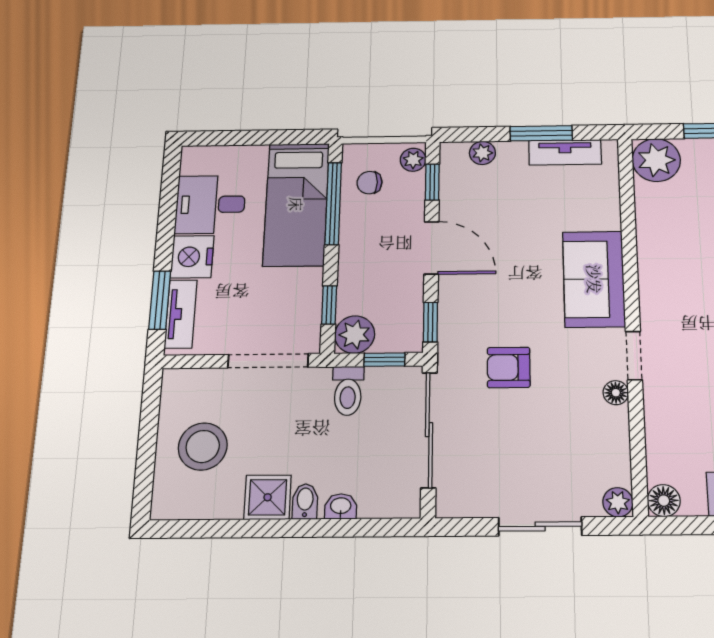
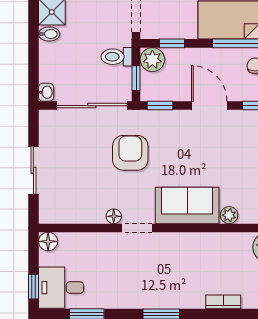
door: (431, 248) -> (209, 106), swing flipped
armchair: (509, 367) -> (130, 153), width x1.38, depth x1.38
plant: (618, 502) -> (229, 215), moved
washbasin: (341, 506) -> (46, 92), moved

